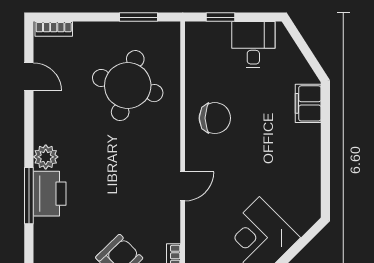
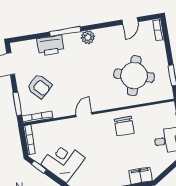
door: (183, 186) -> (84, 115), swing flipped
printer: (50, 194) -> (50, 45), moved

